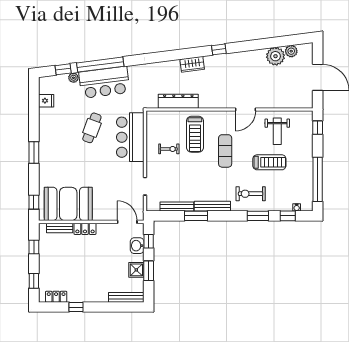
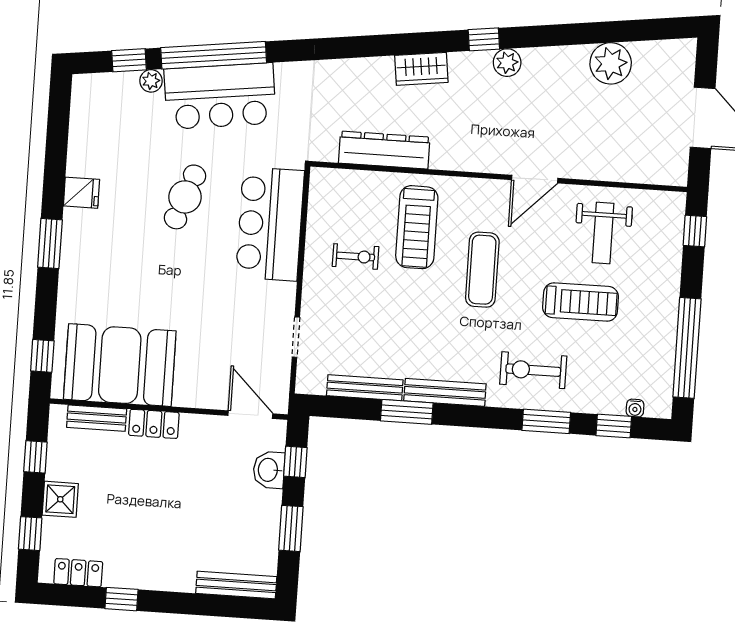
plant: (291, 51) -> (507, 63), moved
fridge: (46, 101) -> (81, 193), moved
shower: (136, 270) -> (60, 499), moved

